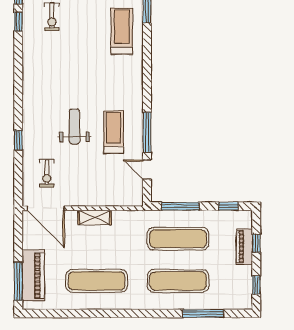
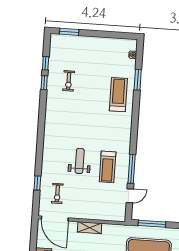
treadmill: (114, 132) -> (108, 167), turned 180
window: (18, 140) -> (37, 183), moved
door: (147, 170) -> (130, 196), swing flipped

